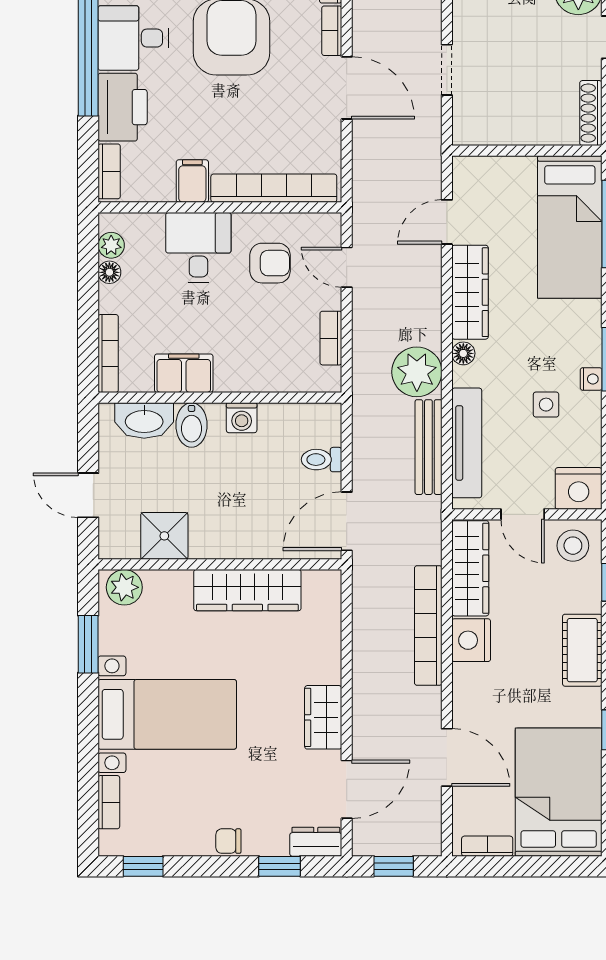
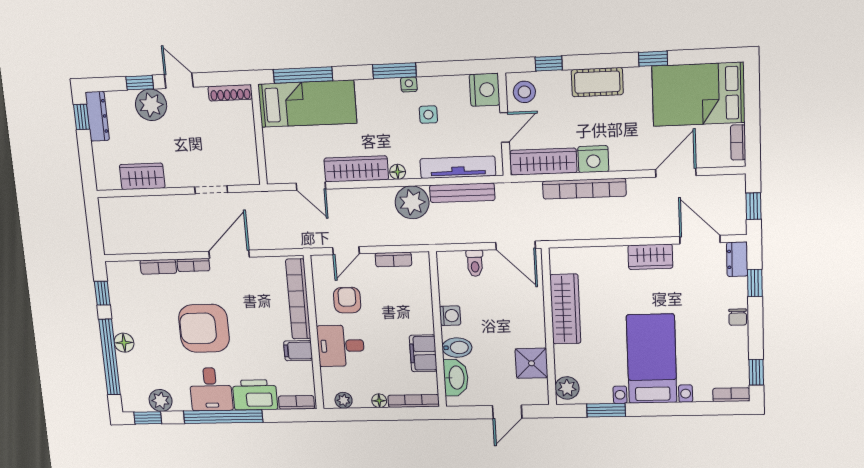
floor lamp: (109, 272) -> (379, 401), moved
bookcase: (109, 802) -> (731, 395), moved

